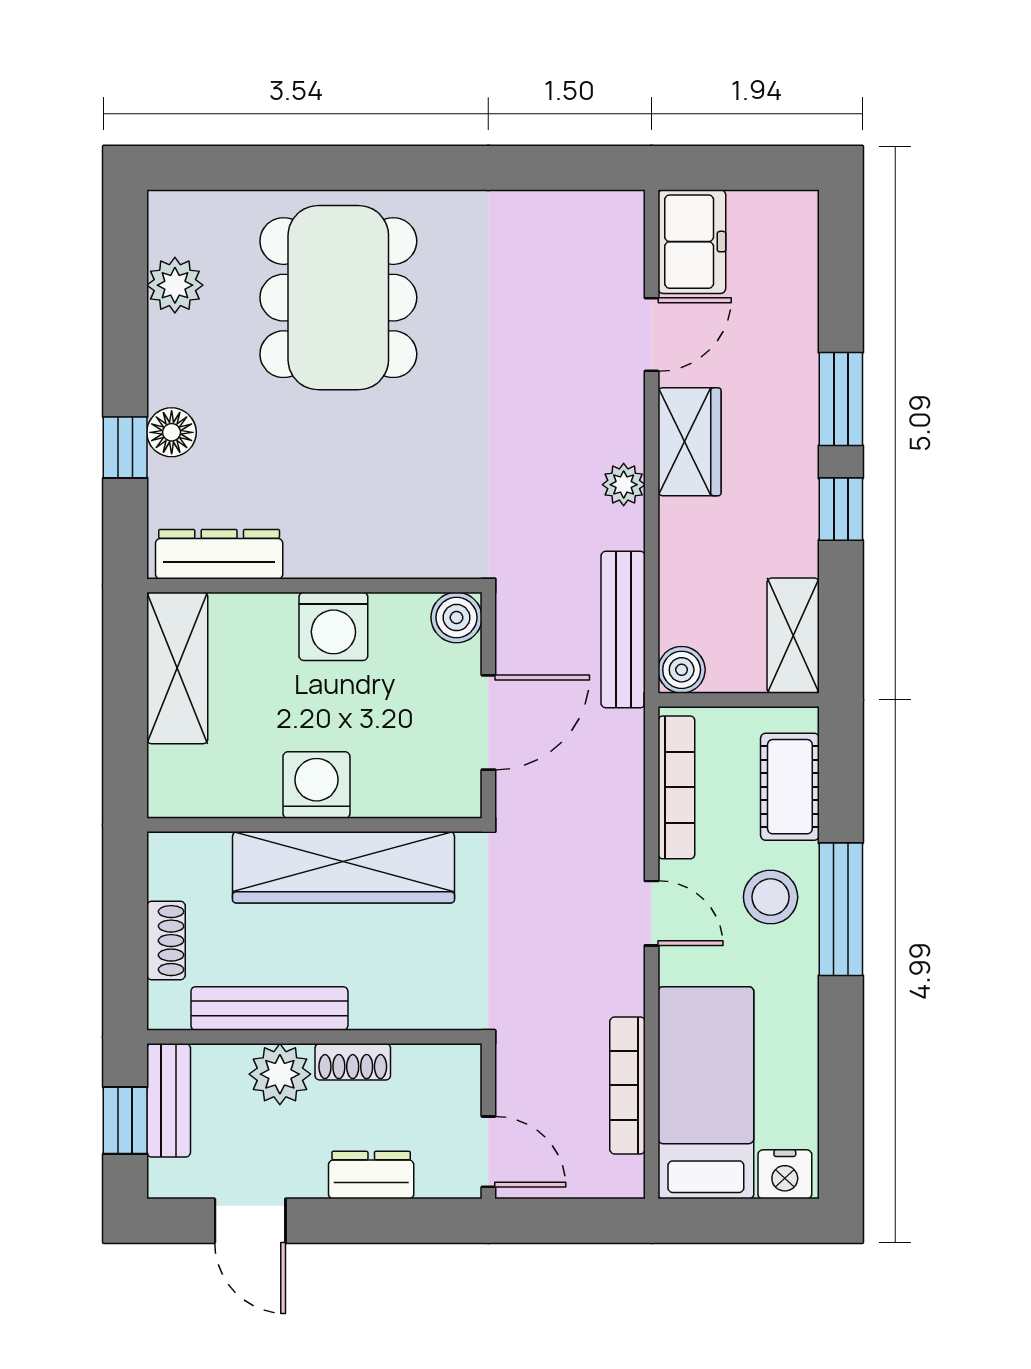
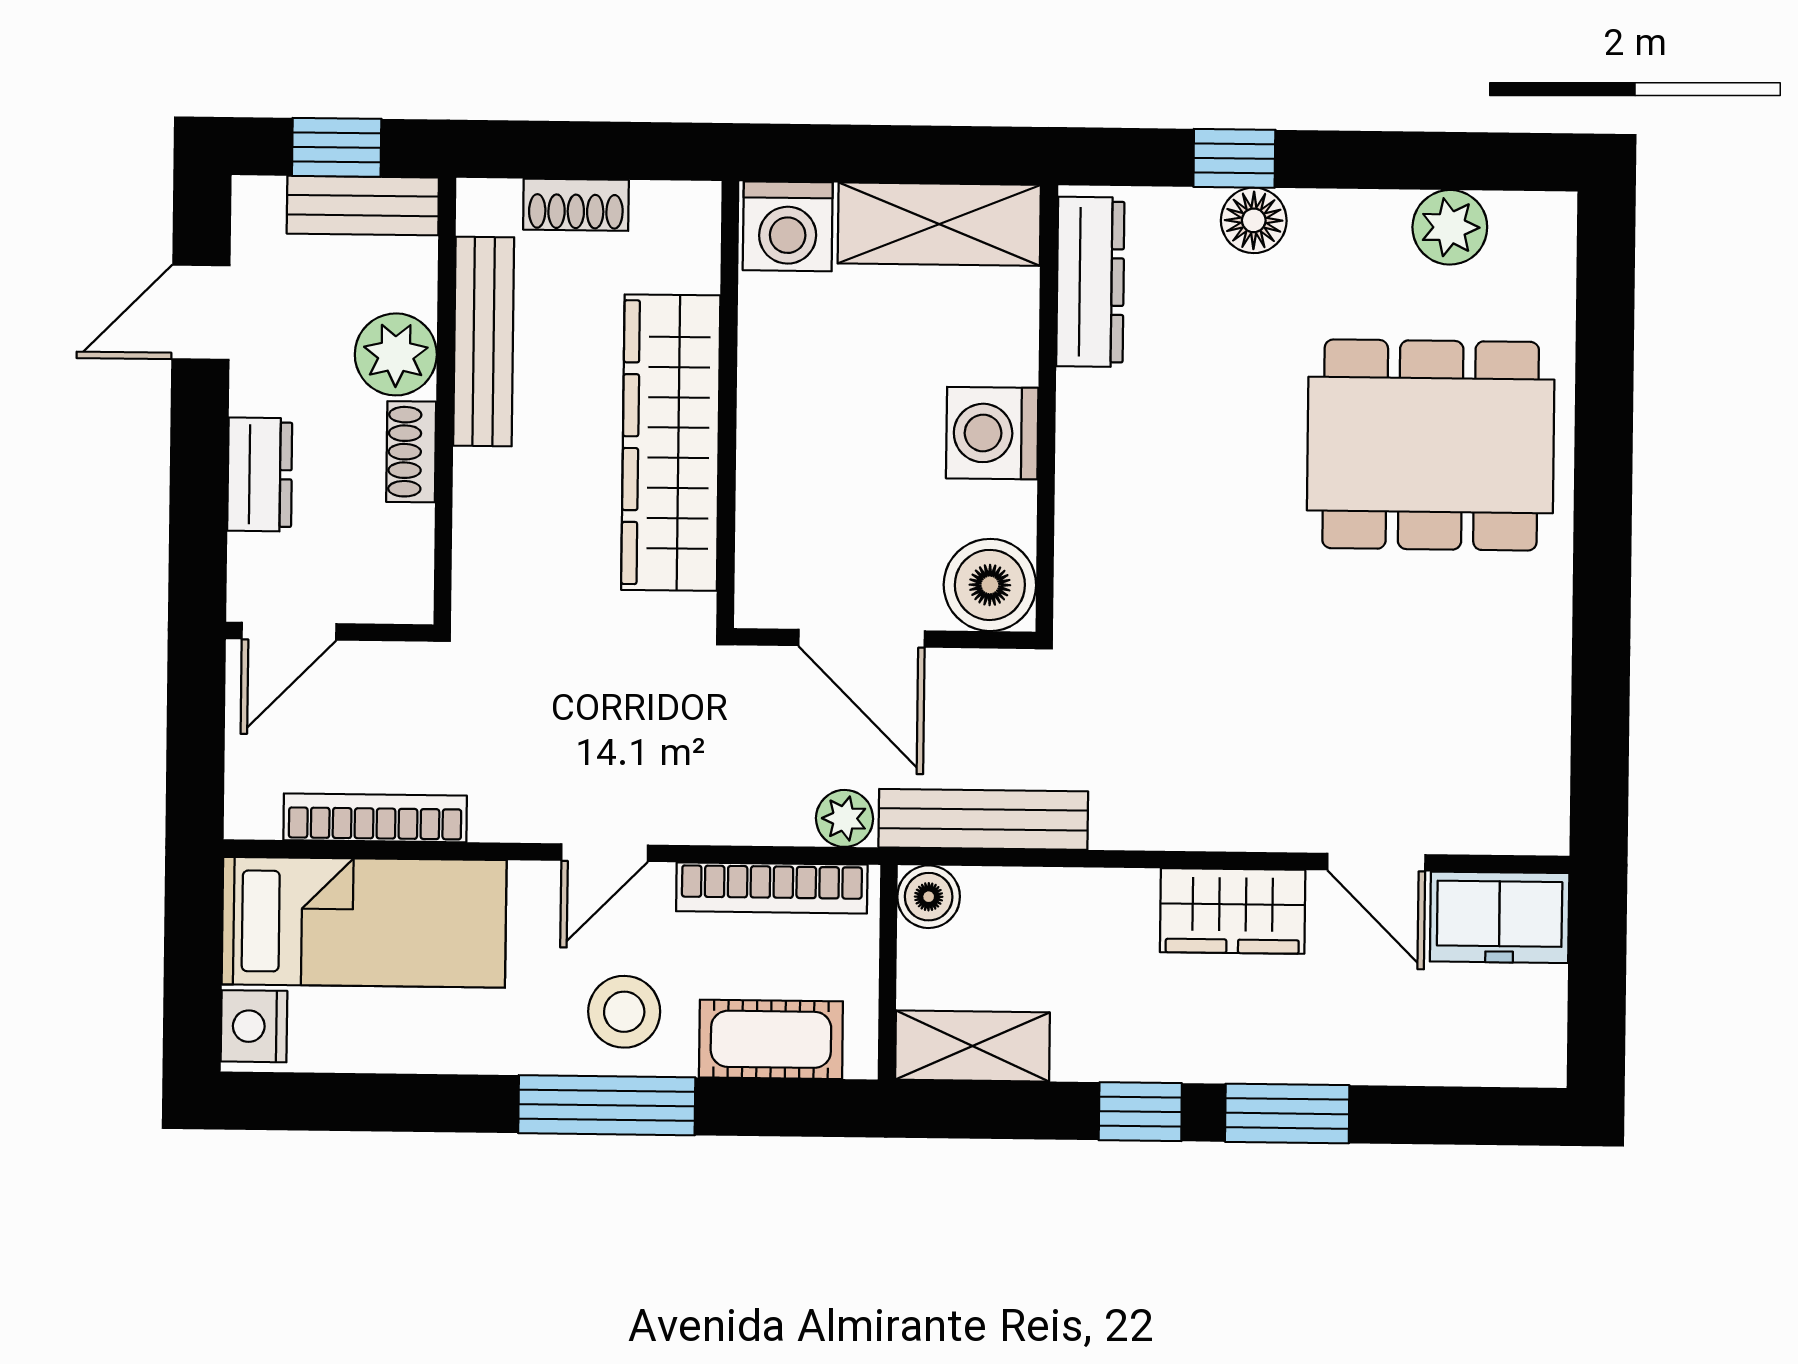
plant: (624, 485) -> (845, 818), moved
boiler: (457, 618) -> (990, 585), width x1.36, depth x1.36
washing machine: (316, 785) -> (788, 226), moved, turned 90

